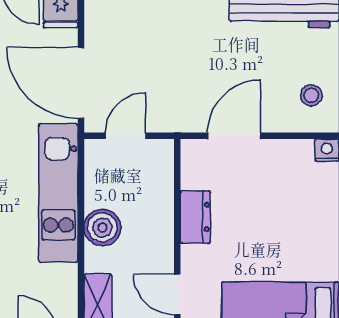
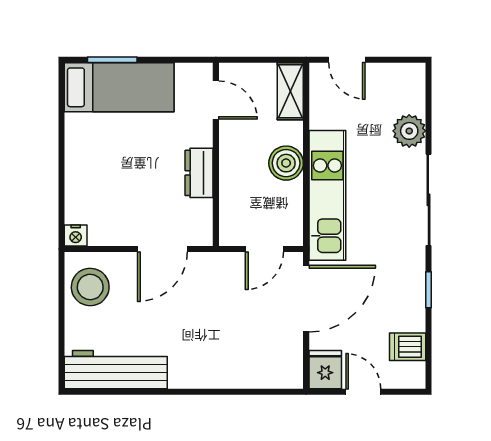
door: (81, 83) -> (306, 299), hinge flipped
stool: (311, 95) -> (90, 287), width x1.89, depth x1.89

